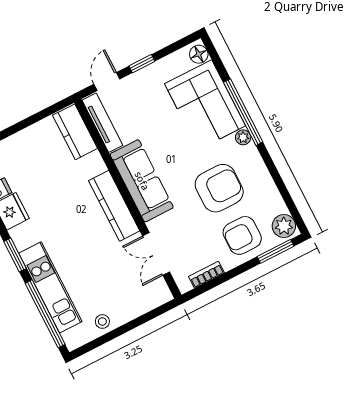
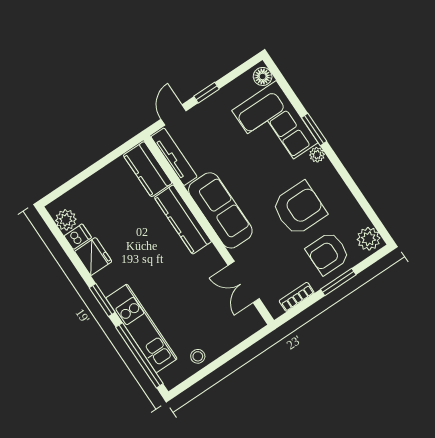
window: (243, 112) -> (314, 129), width x0.47
kitchen counter: (114, 206) -> (183, 220), moved
window: (276, 251) -> (338, 282), moved

